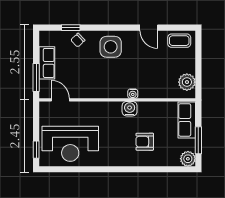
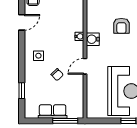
chair: (78, 40) -> (57, 75), moved
side table: (111, 47) -> (38, 56), width x0.54, depth x0.54
door: (60, 100) -> (85, 66), moved

